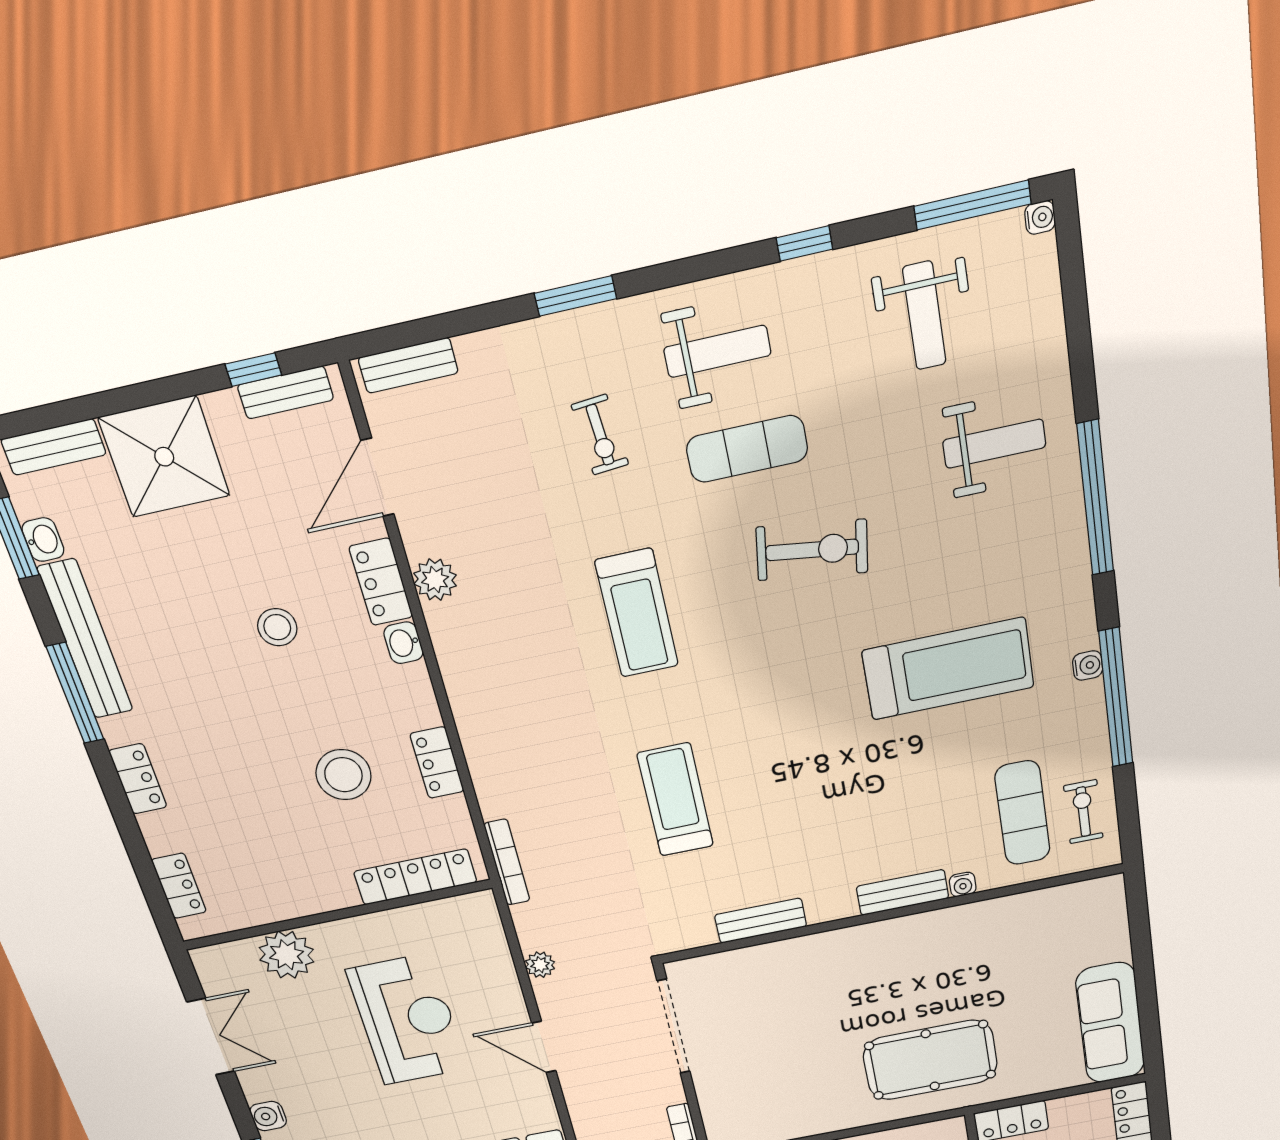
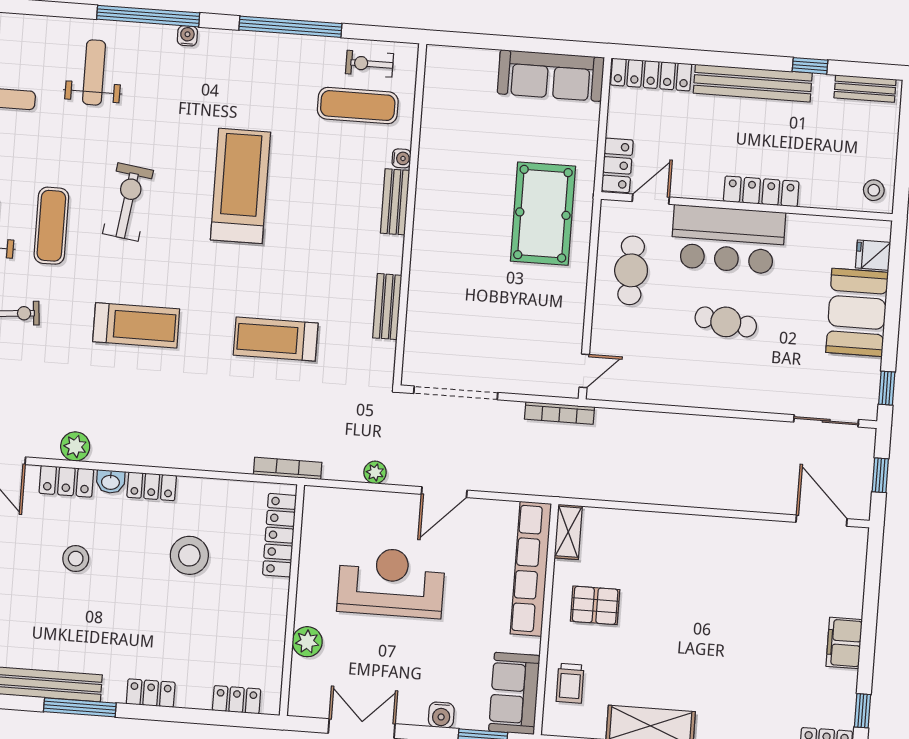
water cooler: (1088, 665) -> (187, 36), moved
treadmill: (948, 669) -> (240, 186), moved
locker: (437, 763) -> (152, 486), moved
plant: (287, 955) -> (307, 642), width x0.73, depth x0.73

